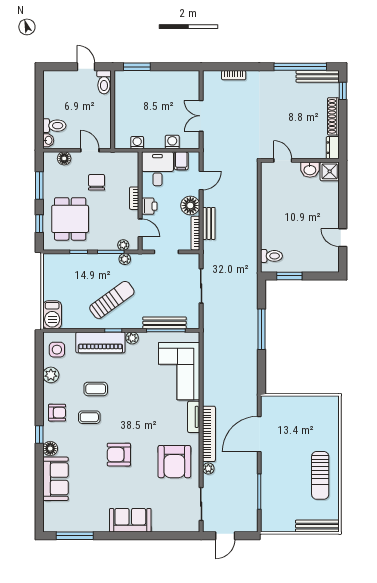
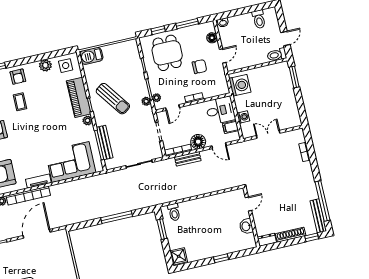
toilet: (54, 126) -> (259, 19), moved
washing machine: (137, 143) -> (240, 85), width x1.89, depth x1.89
shower: (330, 171) -> (179, 256), moved
printer: (149, 206) -> (191, 111), removed
window: (343, 210) -> (221, 258), added
dining table: (70, 219) -> (167, 53), turned 90
door: (343, 238) -> (200, 263), removed
coffee table: (96, 389) -> (43, 102), removed
door: (259, 434) -> (37, 234), hinge flipped

